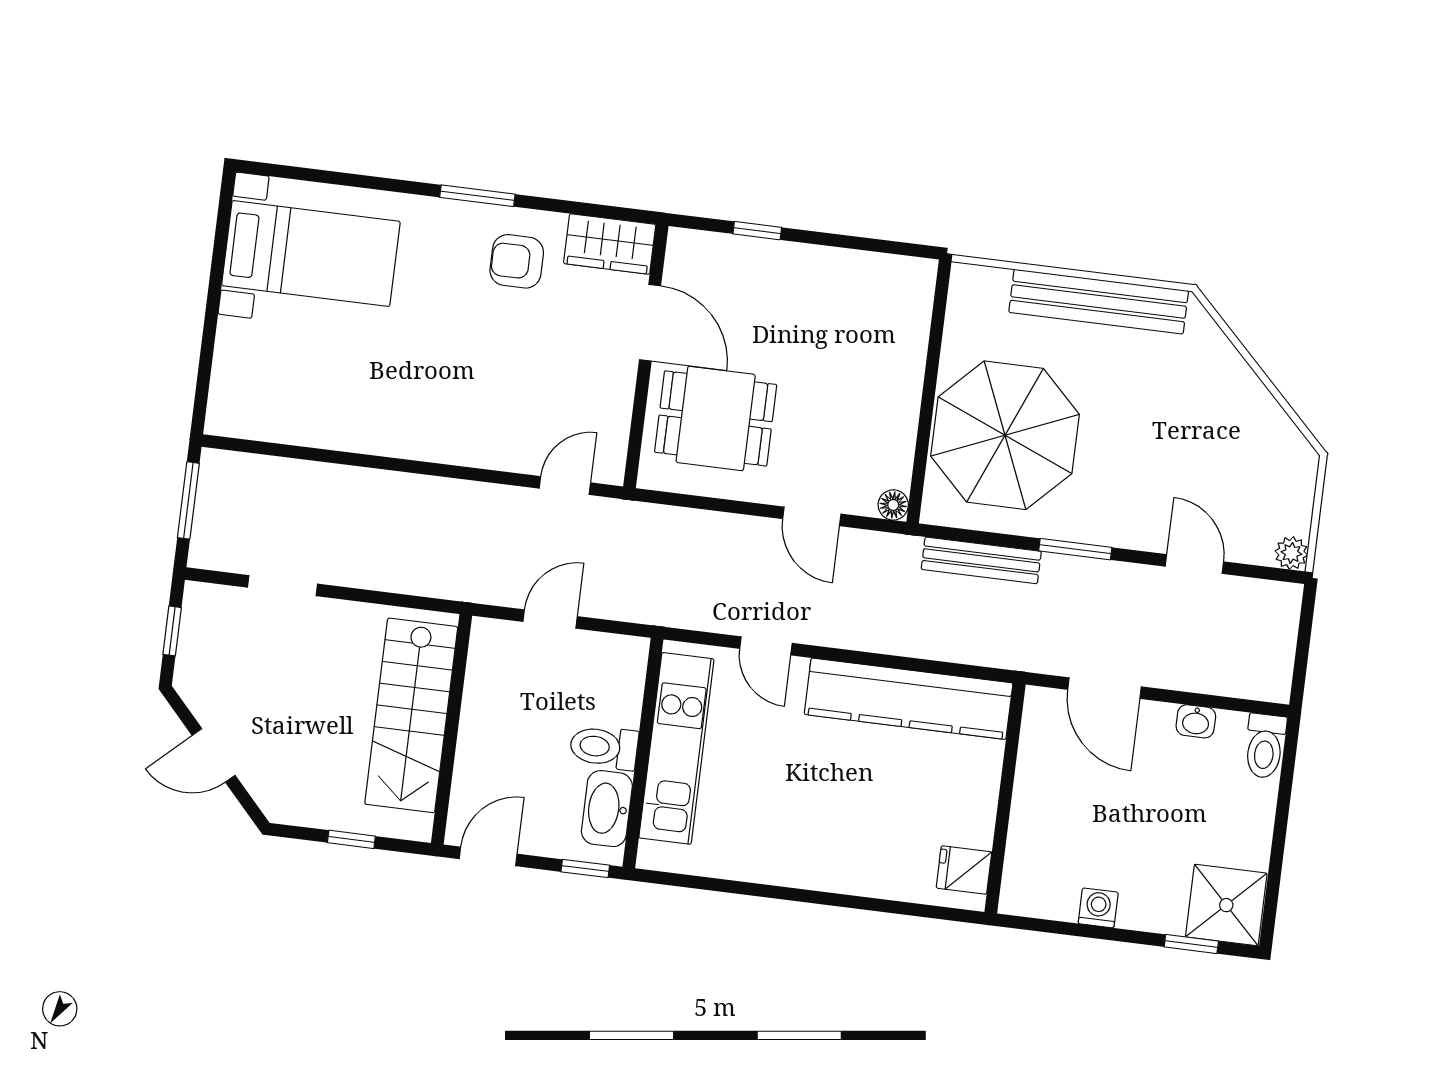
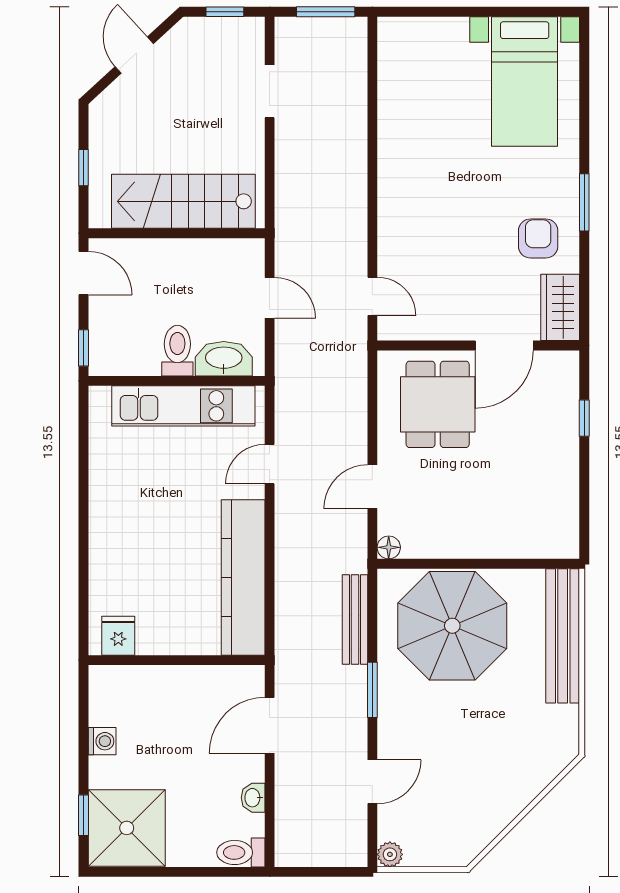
bench: (1099, 302) -> (563, 636), moved
washbasin: (607, 809) -> (224, 359), moved
shower: (1226, 905) -> (127, 828), width x1.37, depth x1.37

